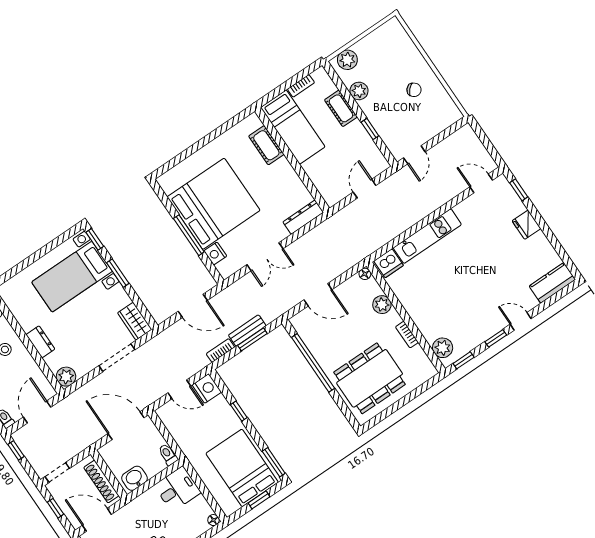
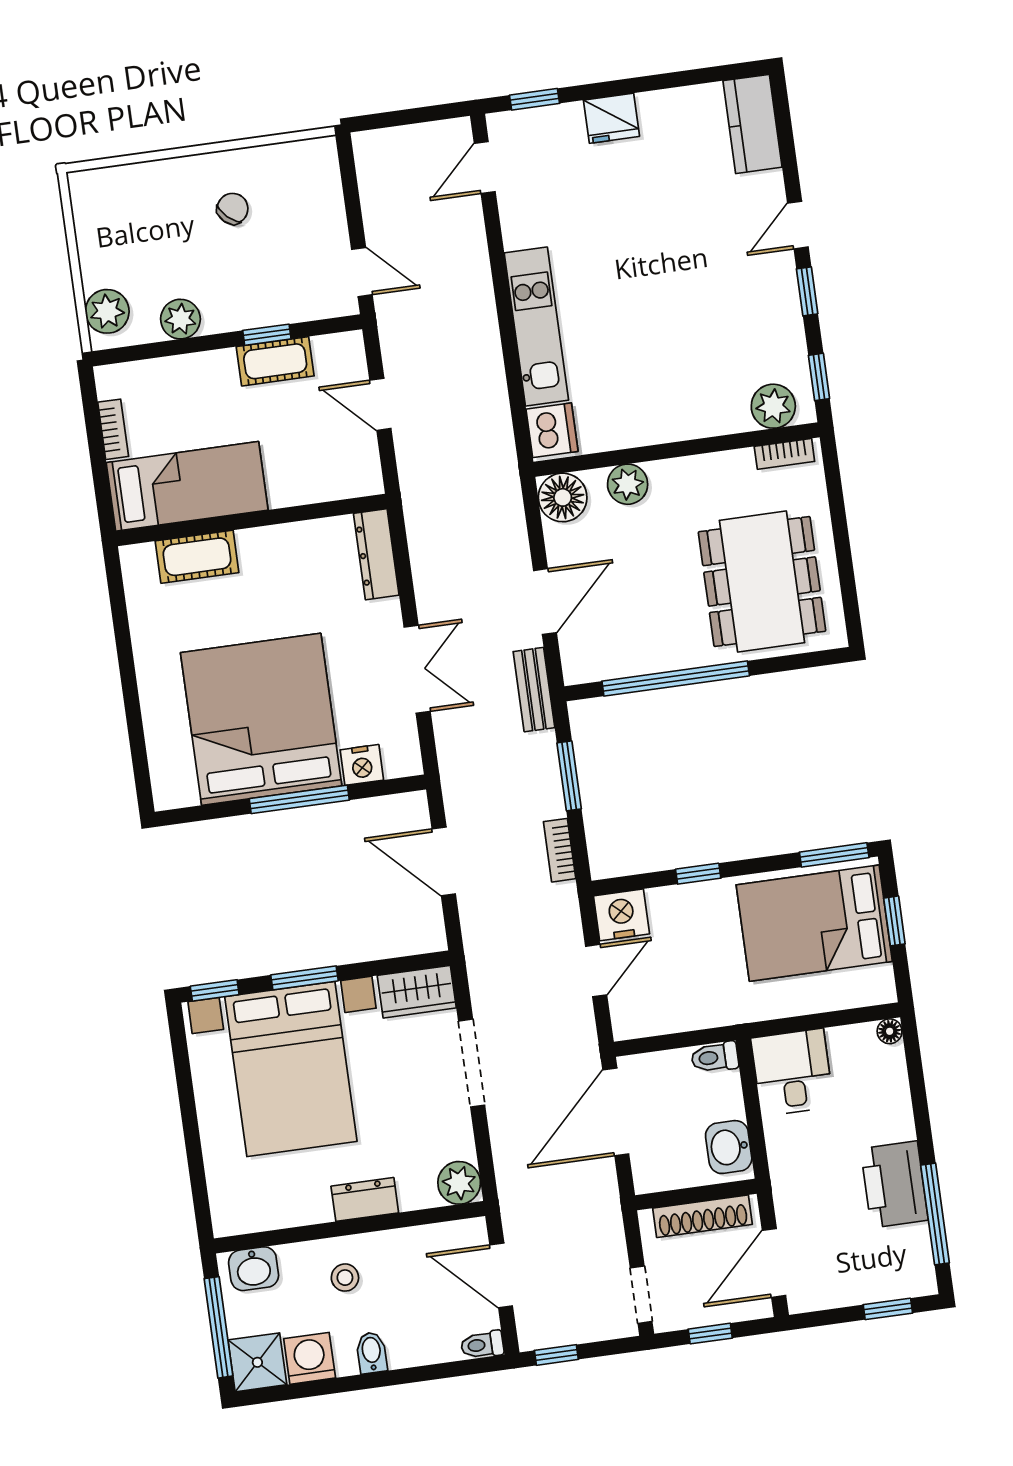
cot: (341, 108) -> (275, 361), moved
floor lamp: (365, 274) -> (563, 497), width x1.89, depth x1.89
bed with nightstands: (72, 277) -> (291, 1069), width x1.36
door: (193, 306) -> (444, 861), swing flipped
bench: (247, 330) -> (534, 690), moved
bookcase: (407, 335) -> (784, 454), moved

